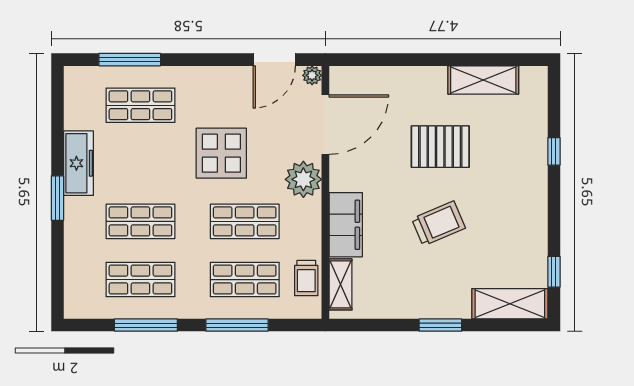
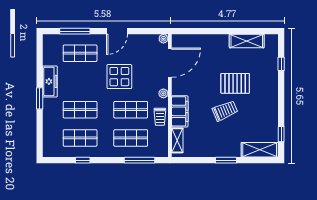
door: (274, 60) -> (117, 31), moved
pallet: (440, 147) -> (235, 83), moved
window: (554, 151) -> (281, 64), moved
plant: (303, 179) -> (163, 93), width x0.53, depth x0.53
trolley: (306, 278) -> (160, 117), moved
window: (146, 325) -> (83, 160), width x0.46
window: (237, 325) -> (140, 160), moved

